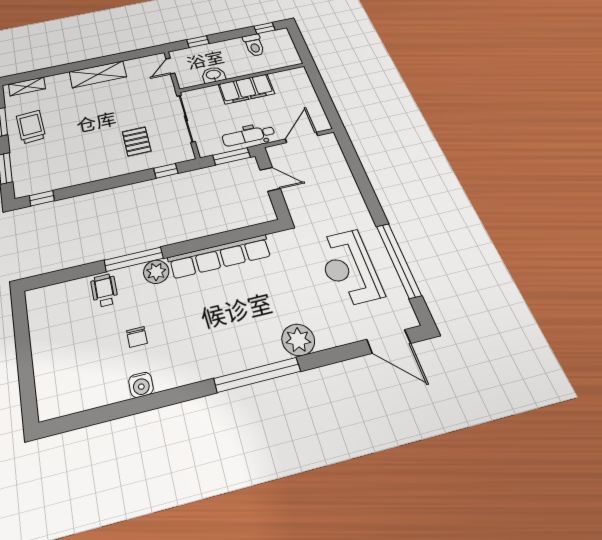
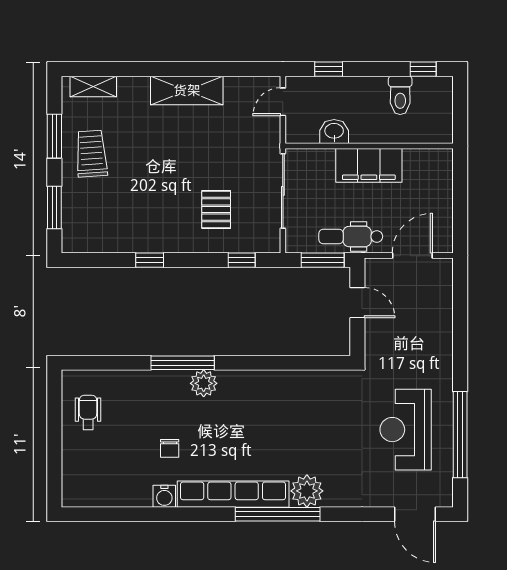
window: (42, 198) -> (150, 260), moved
row of seats: (220, 256) -> (233, 494), moved, turned 180
wheelchair: (104, 290) -> (88, 412), moved
plant: (298, 340) -> (307, 491), moved

